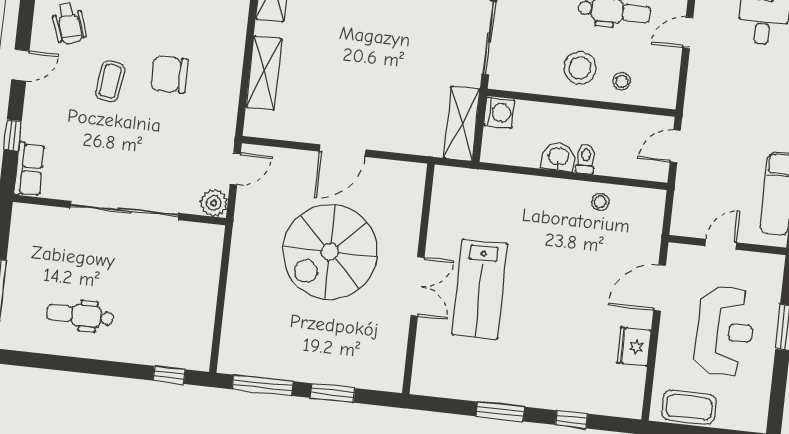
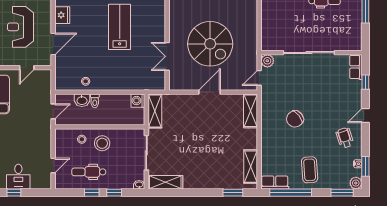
shelving: (264, 73) -> (251, 111), moved
chair: (169, 74) -> (295, 119), turned 142
coffee table: (110, 81) -> (322, 113), removed
washing machine: (499, 113) -> (138, 101), moved
washbasin: (558, 157) -> (82, 100), moved
spiral stairs: (330, 252) -> (210, 44), turned 90
double door: (417, 286) -> (167, 56), moved
lab bench: (480, 289) -> (120, 27), moved

